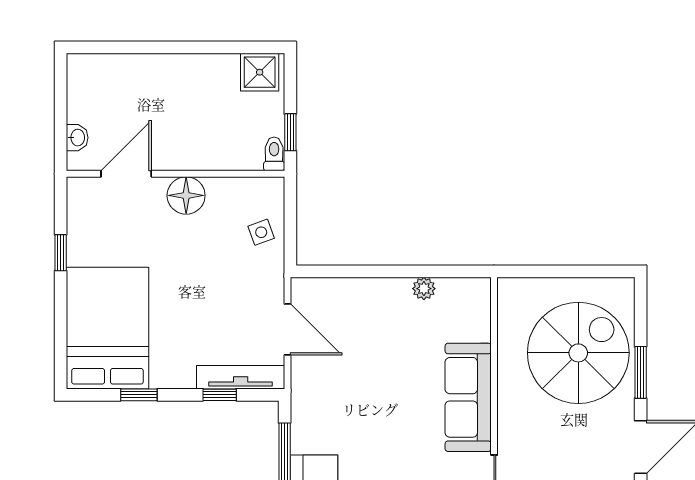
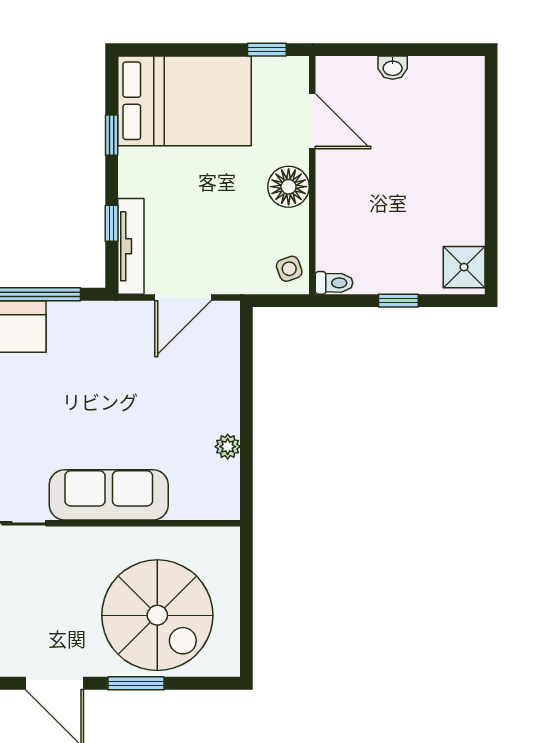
toilet: (274, 154) -> (334, 283), moved
door: (126, 174) -> (312, 121), moved
wall: (175, 174) -> (312, 175), moved
floor lamp: (186, 195) -> (289, 187), moved

